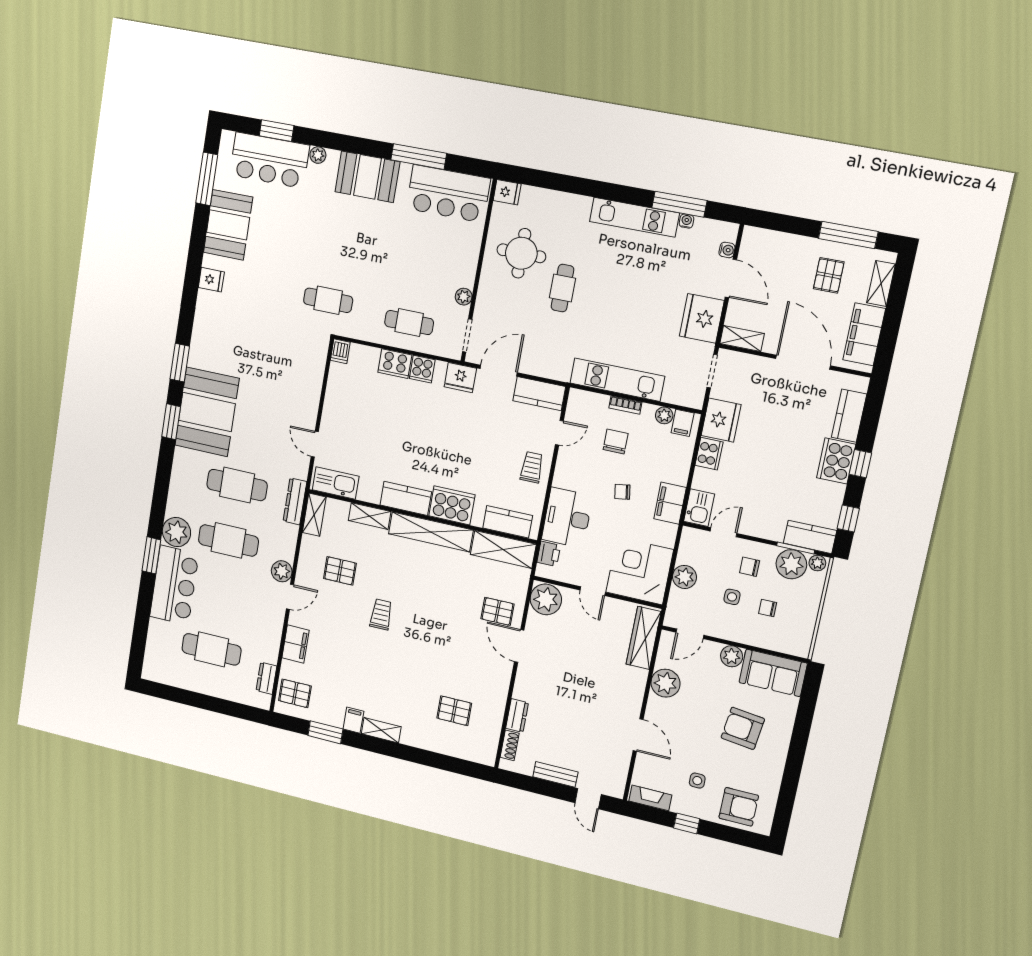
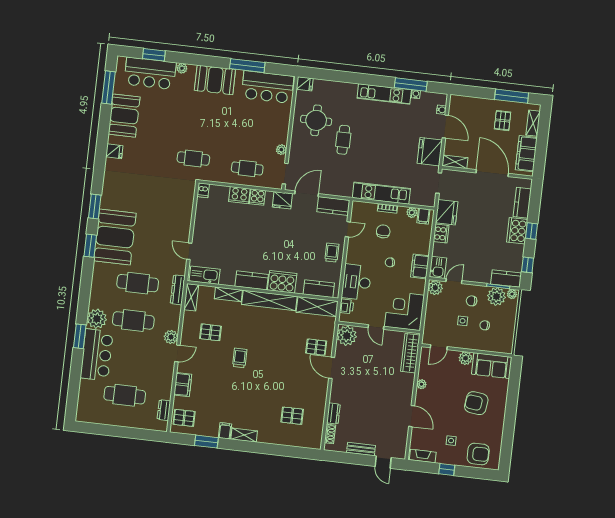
plant: (684, 577) -> (435, 288), moved
plant: (666, 683) -> (422, 384), width x0.53, depth x0.53

